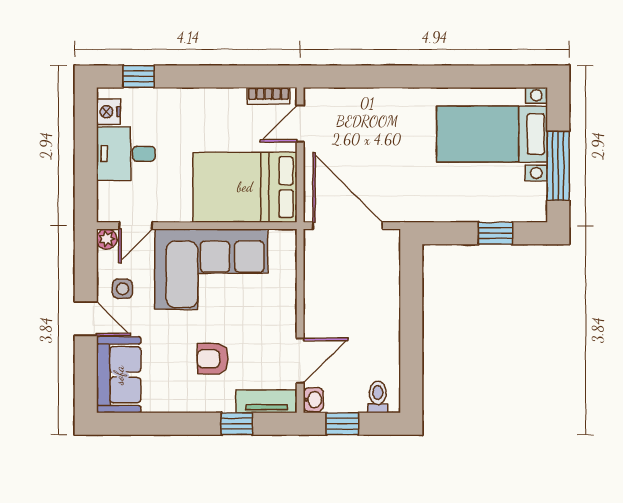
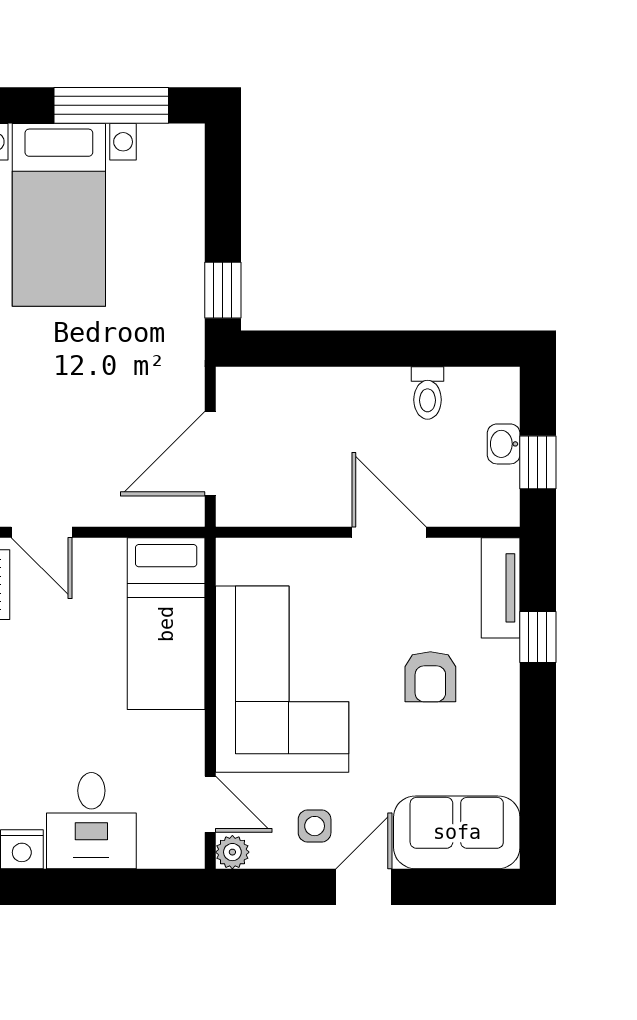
bed: (245, 187) -> (166, 624), width x0.67
door: (348, 226) -> (210, 454), width x0.73
window: (495, 233) -> (223, 290), moved
door: (300, 361) -> (389, 532), moved
toilet: (378, 397) -> (428, 393), moved, turned -90
washbasin: (313, 400) -> (504, 444), moved, turned -90

